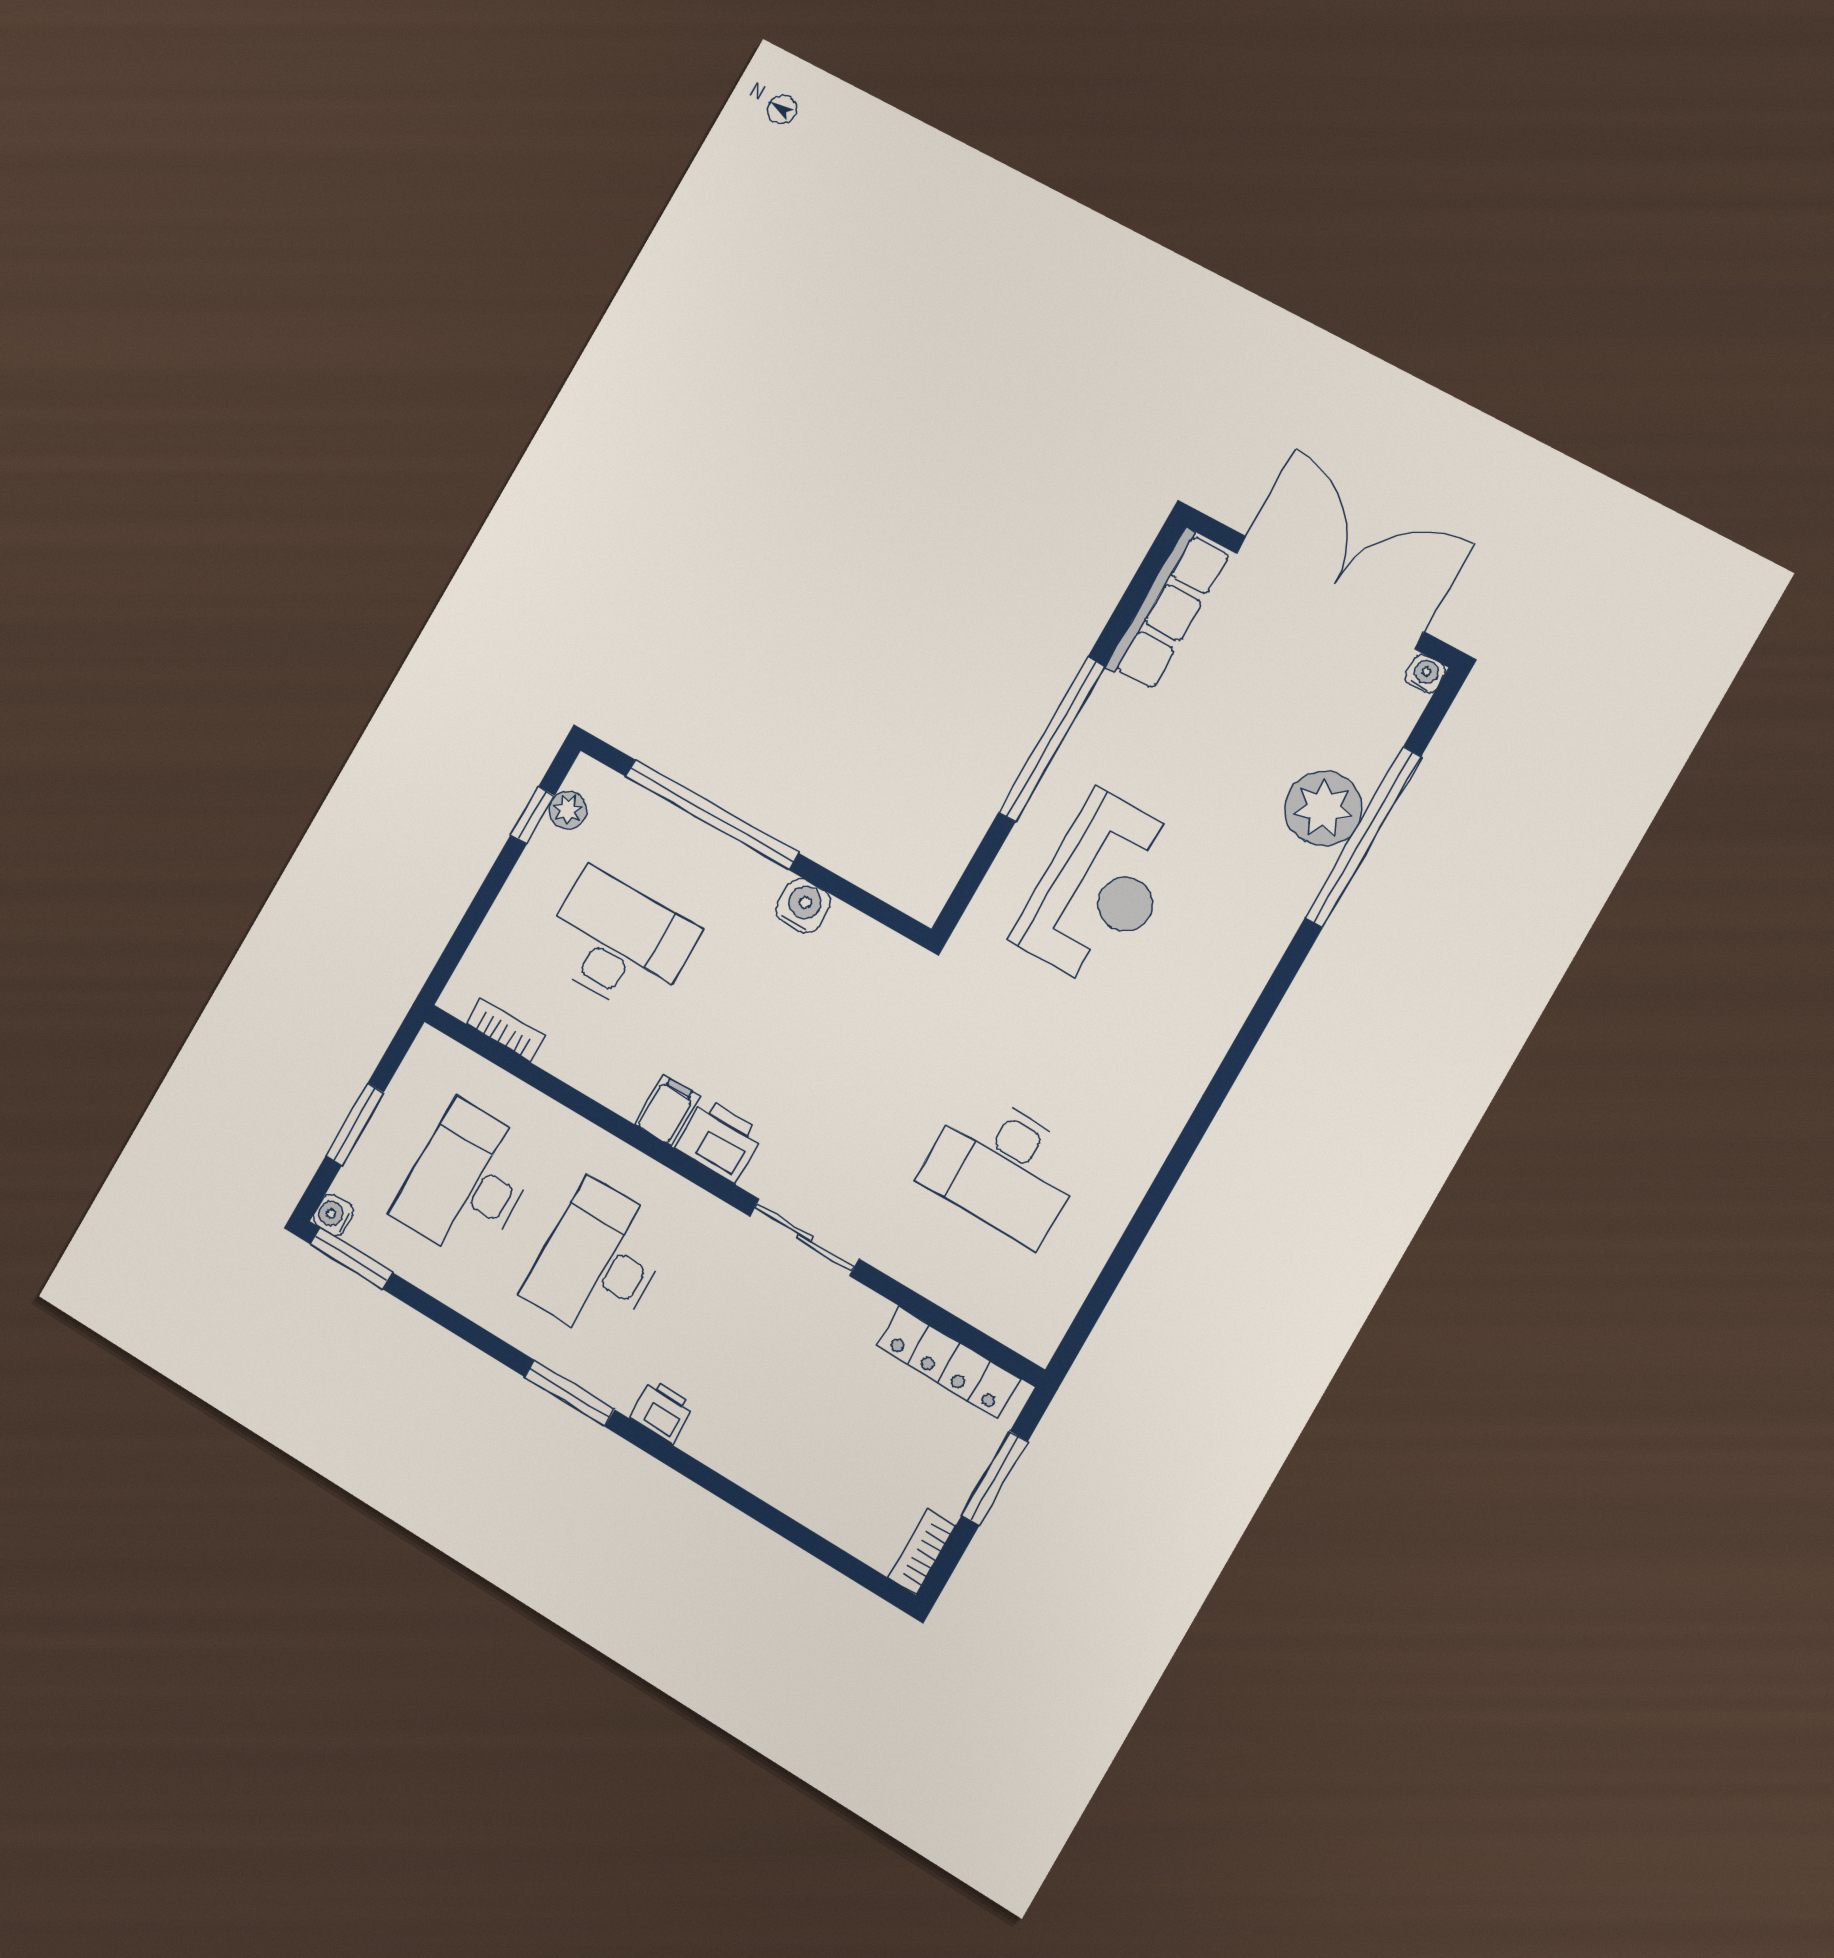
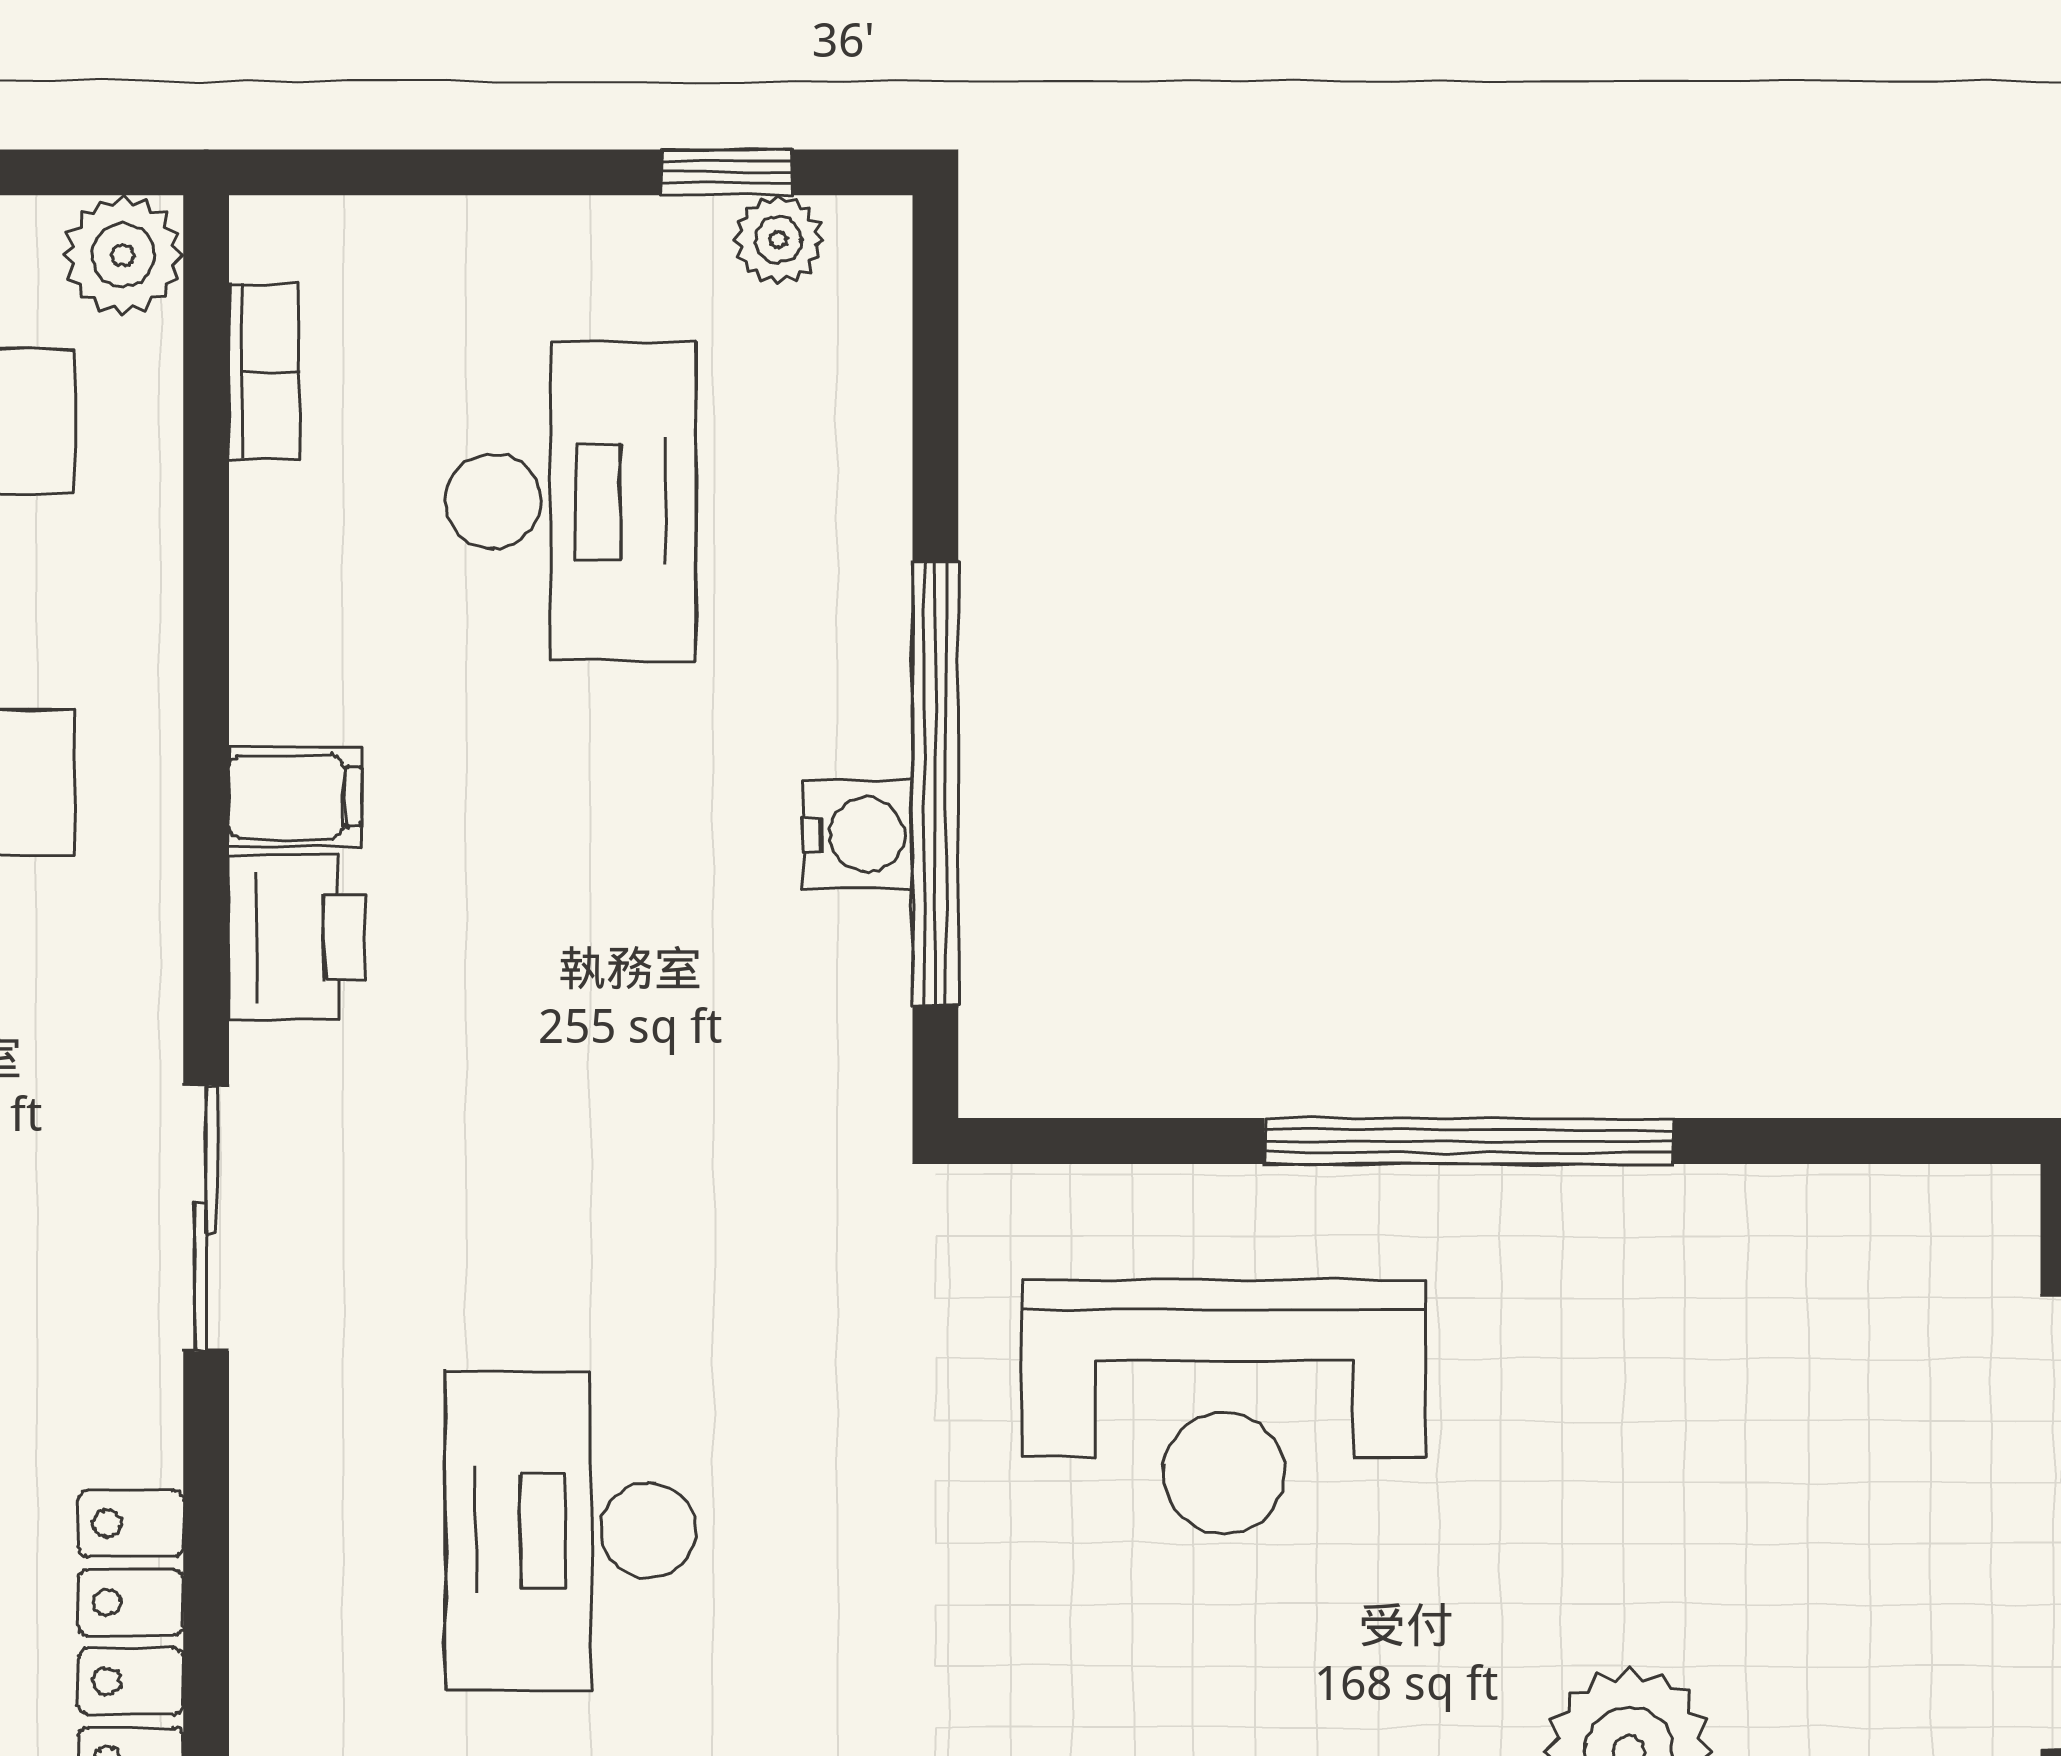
row of seats: (1168, 610) -> (1855, 1224), removed
window: (712, 815) -> (935, 783), moved
plant: (433, 1057) -> (123, 255), added

